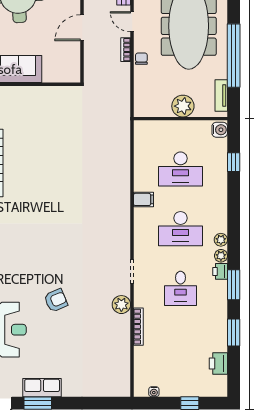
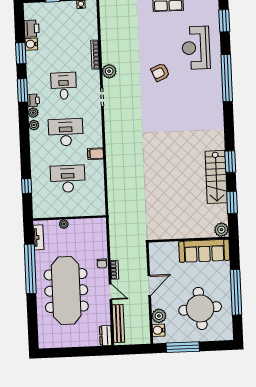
plant: (183, 106) -> (64, 224), width x0.53, depth x0.53
water cooler: (220, 130) -> (31, 44), moved

